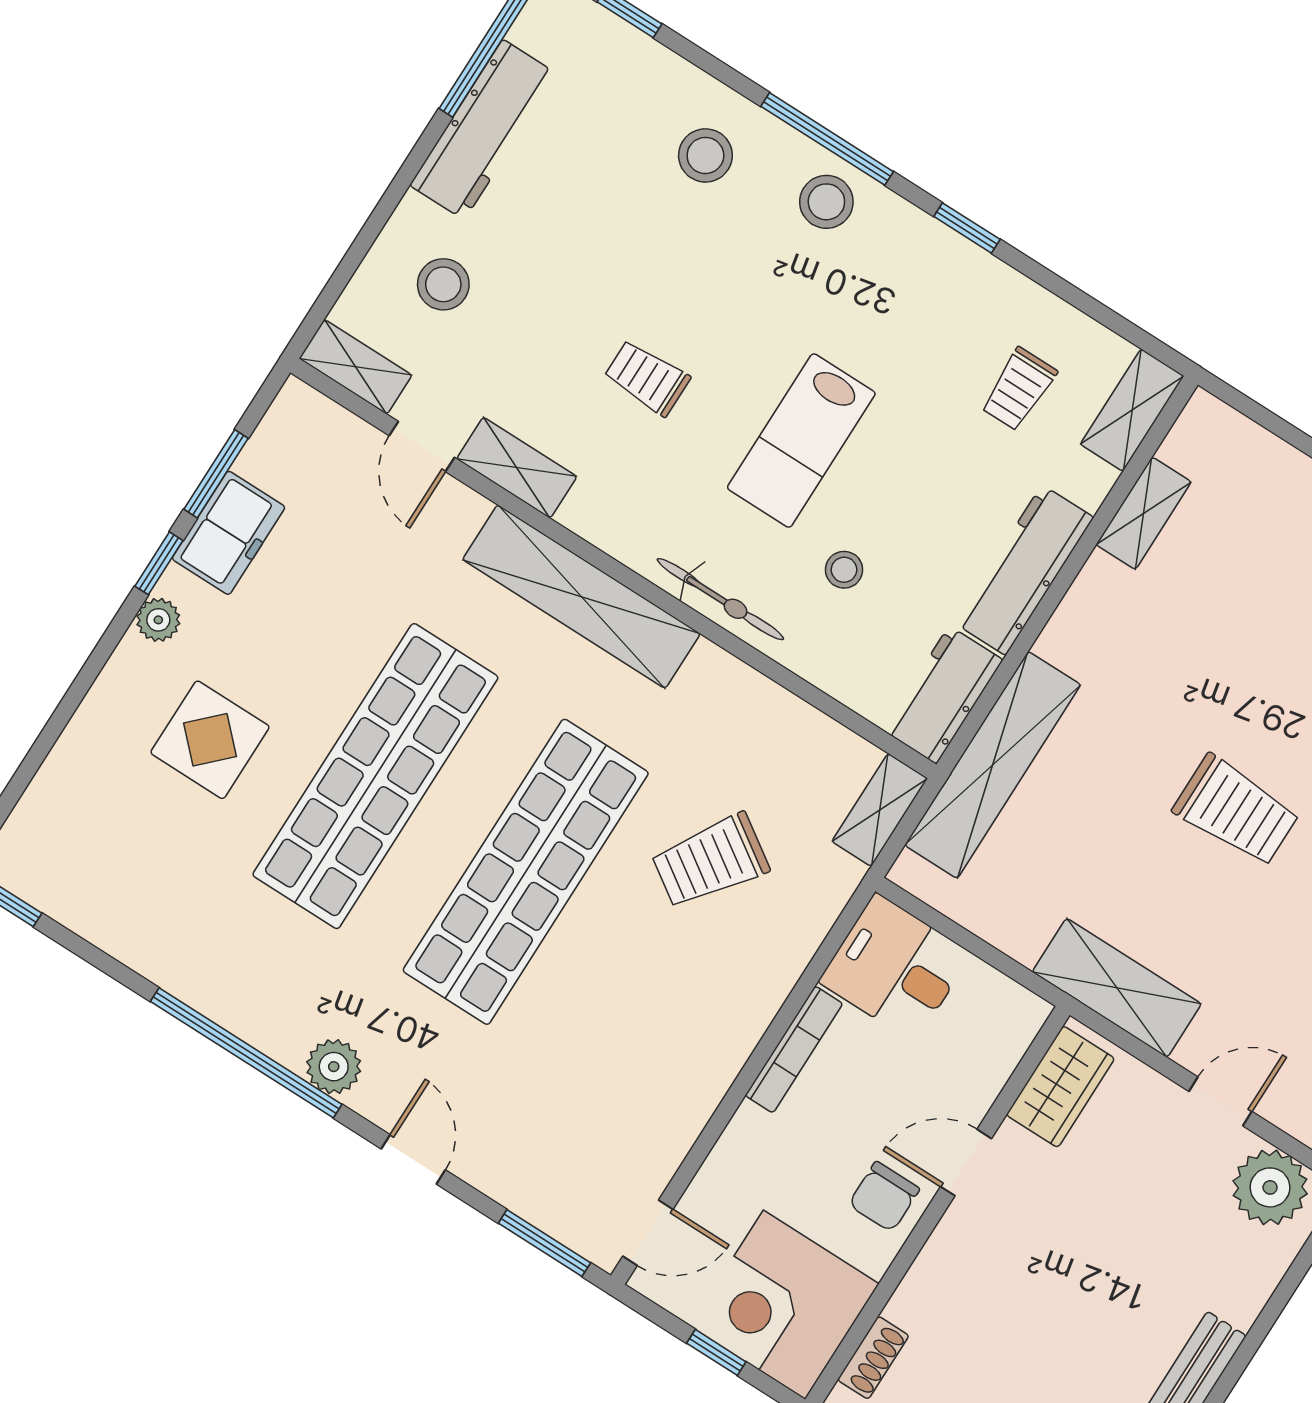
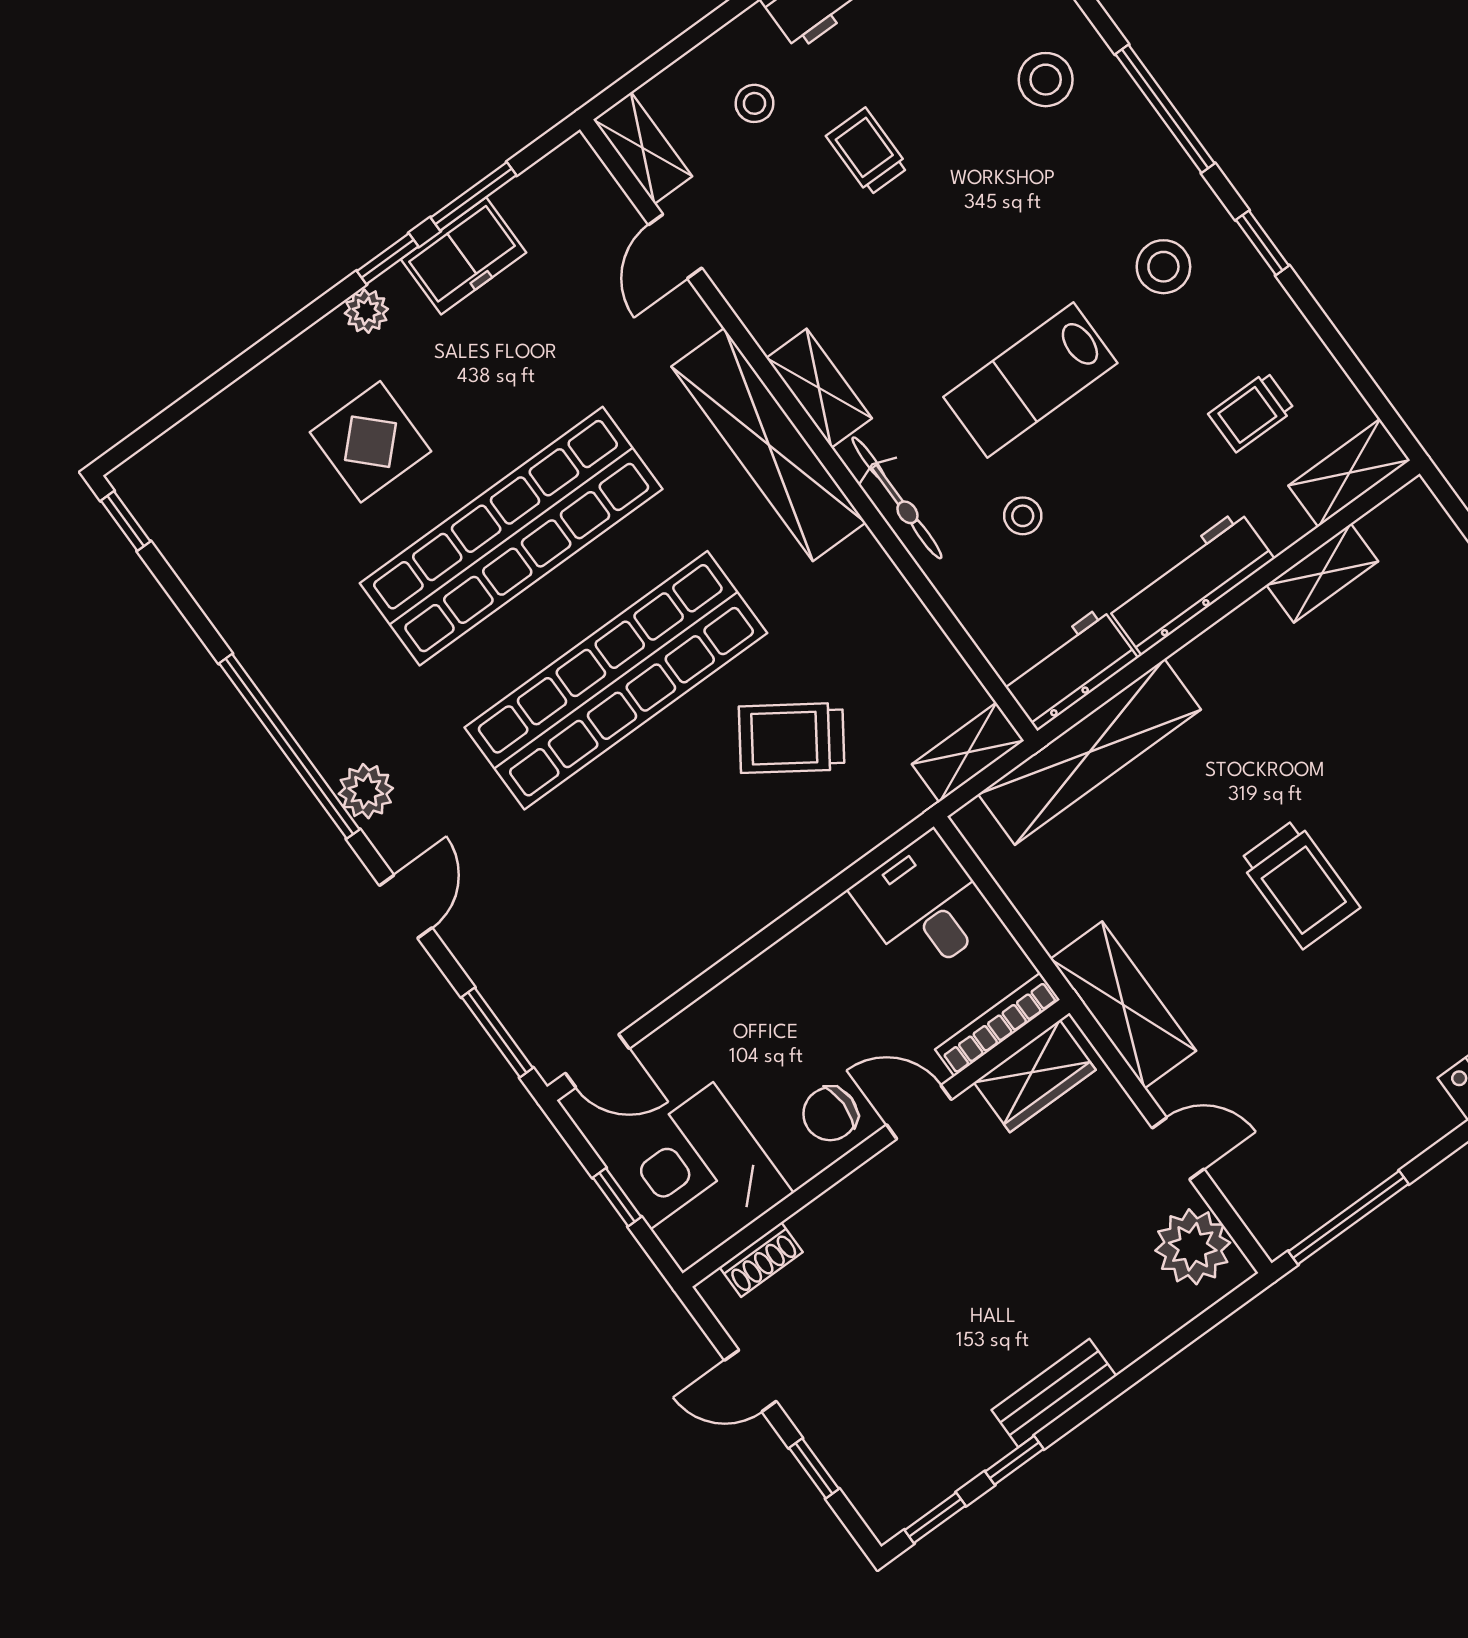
stool: (826, 202) -> (1163, 267), moved
stool: (443, 284) -> (755, 103), width x0.73, depth x0.73
trolley: (647, 378) -> (867, 152), moved
shelving: (517, 468) -> (819, 388), moved
bookcase: (794, 1050) -> (997, 1025), moved, turned 180

